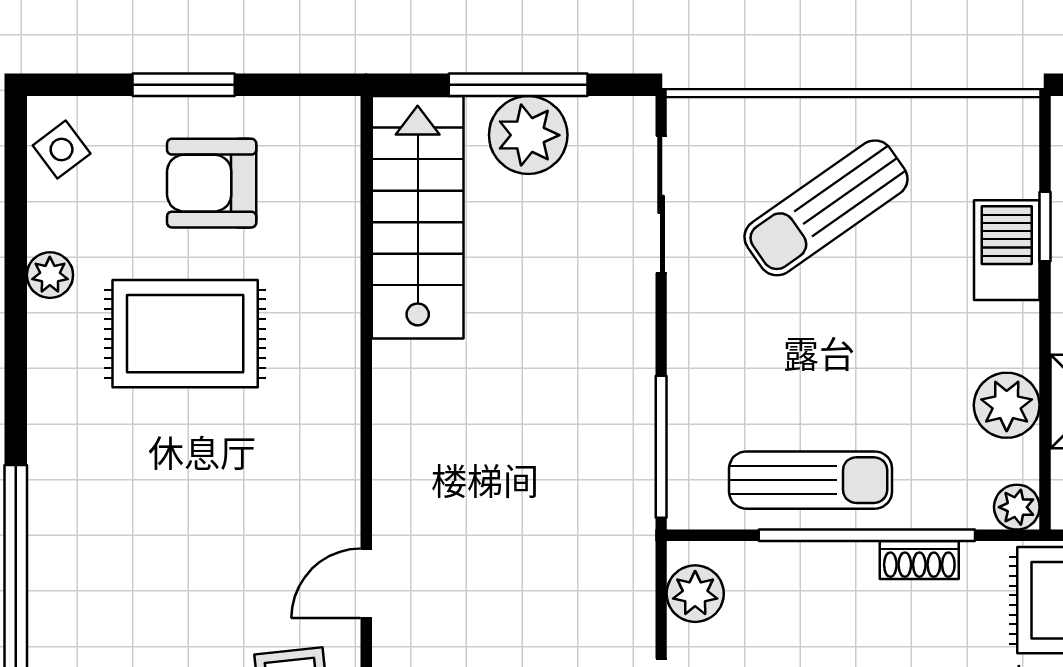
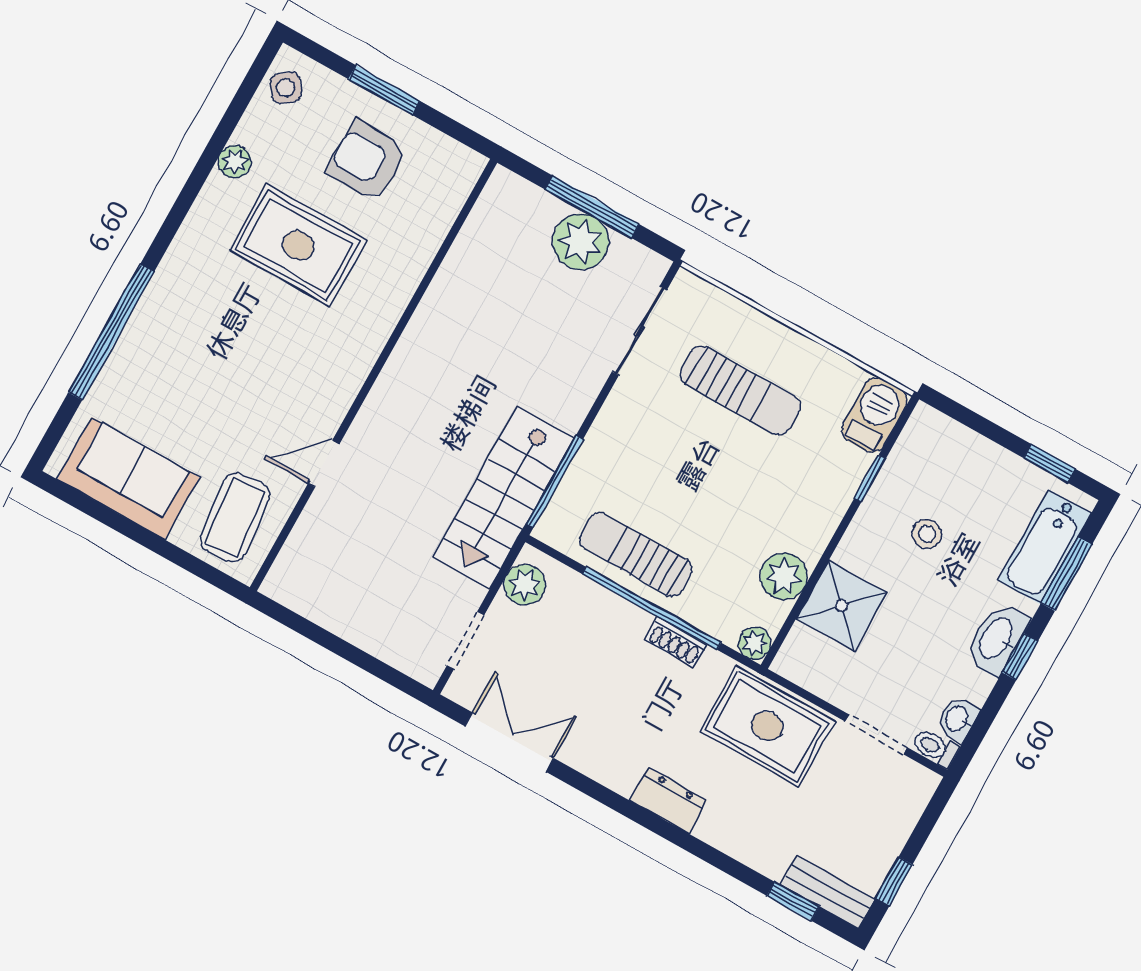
sun lounger: (826, 208) -> (740, 391), turned -145
stairs: (418, 217) -> (504, 498), moved, turned 180
barbecue: (1007, 250) -> (874, 415), moved
sun lounger: (811, 480) -> (636, 554), turned 180

